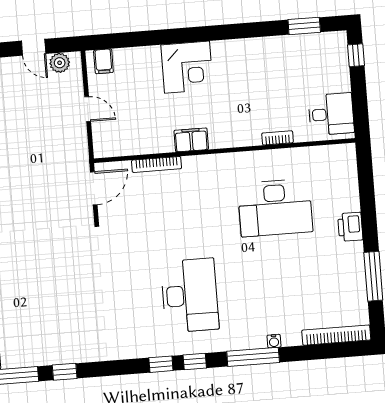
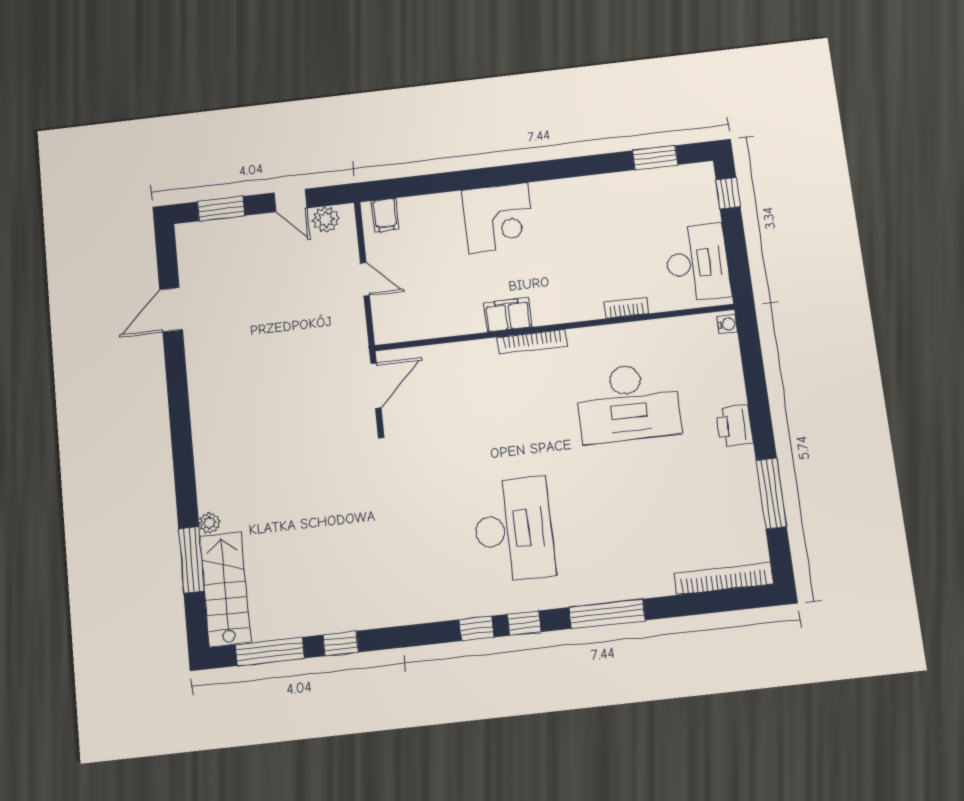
desk: (331, 114) -> (697, 263), width x1.37
bookcase: (157, 164) -> (532, 342), moved
water cooler: (274, 341) -> (727, 324), moved, turned -90

